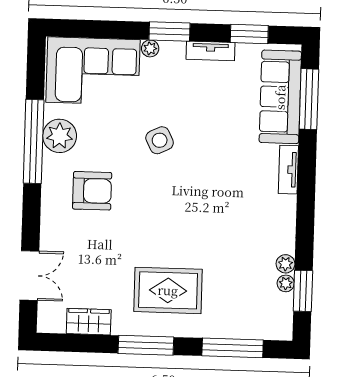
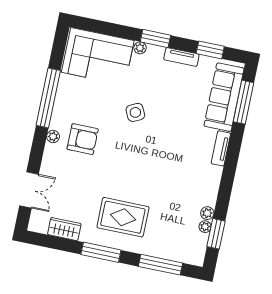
plant: (60, 136) -> (53, 136), moved, width x0.53, depth x0.53

